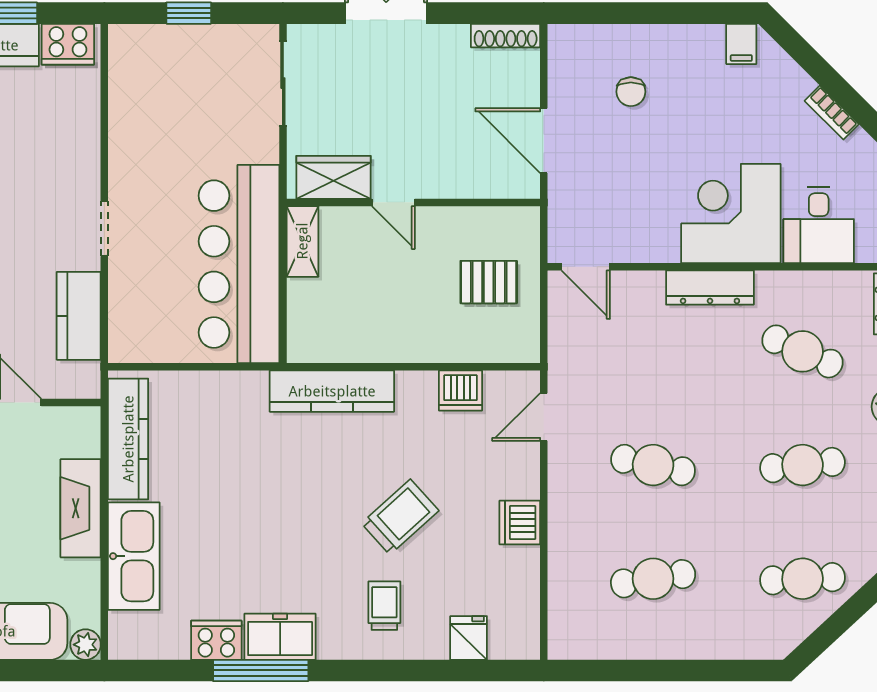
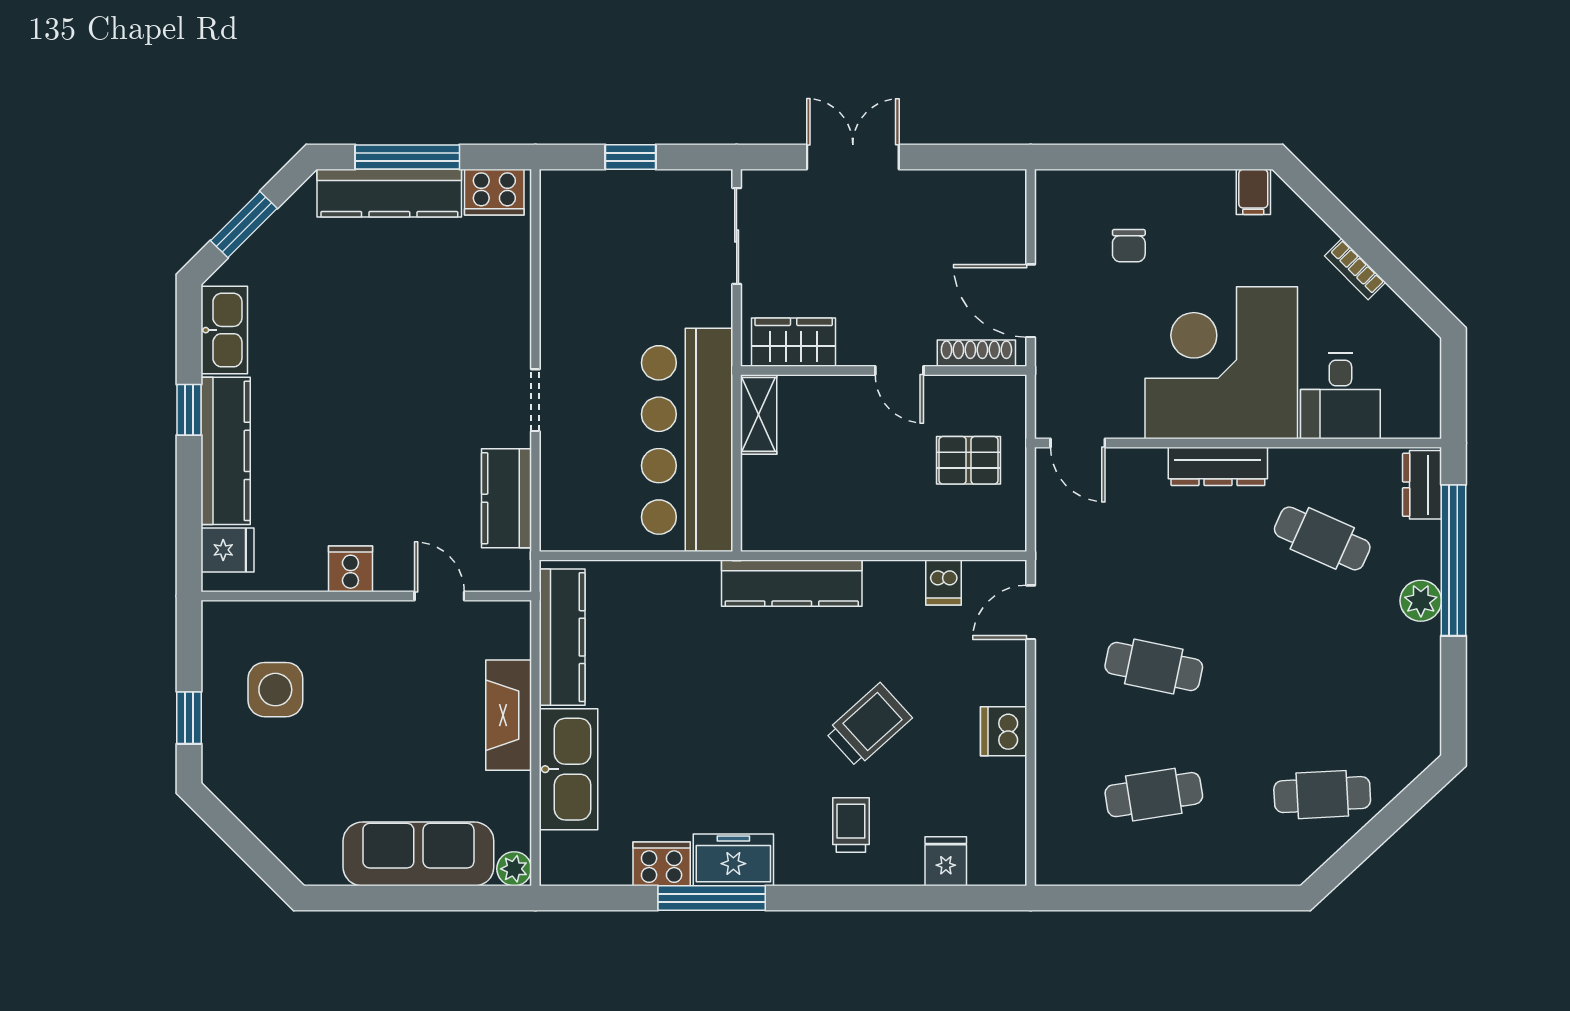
shoe rack: (506, 36) -> (976, 353), moved, turned 180
door: (393, 202) -> (899, 371), moved
corner desk: (731, 213) -> (1221, 363), width x1.36, depth x1.36
dishwasher: (460, 391) -> (943, 582), width x0.73
cafe table: (803, 465) -> (1322, 666), removed

